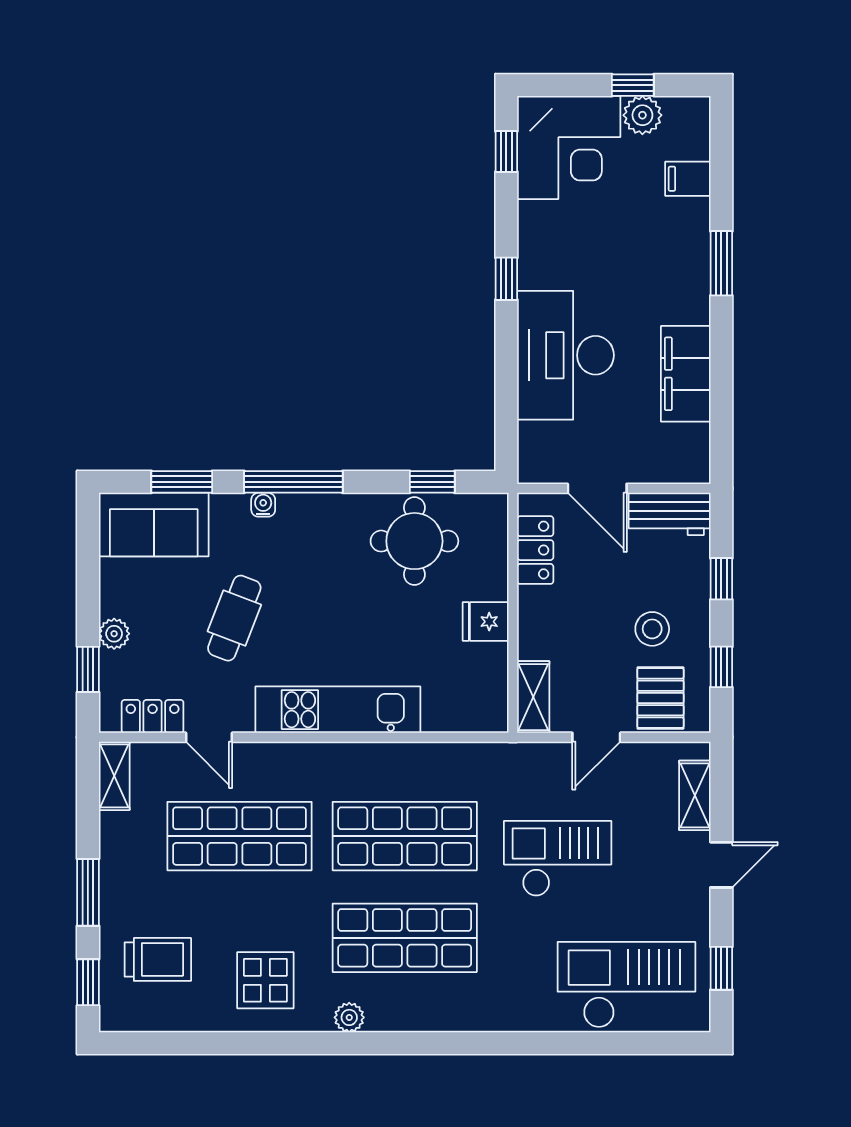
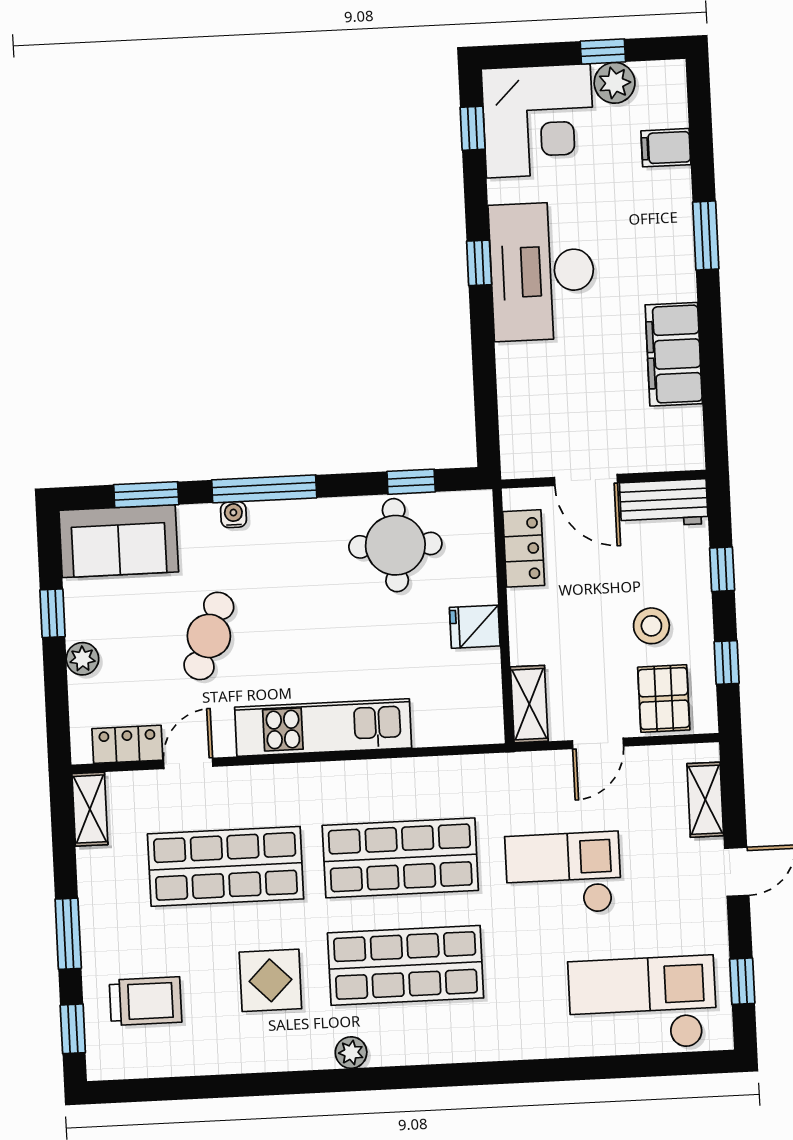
desk: (565, 355) -> (542, 271), moved
window: (88, 669) -> (52, 613), moved
door: (209, 737) -> (188, 763), swing flipped
display table: (265, 980) -> (270, 980), moved

